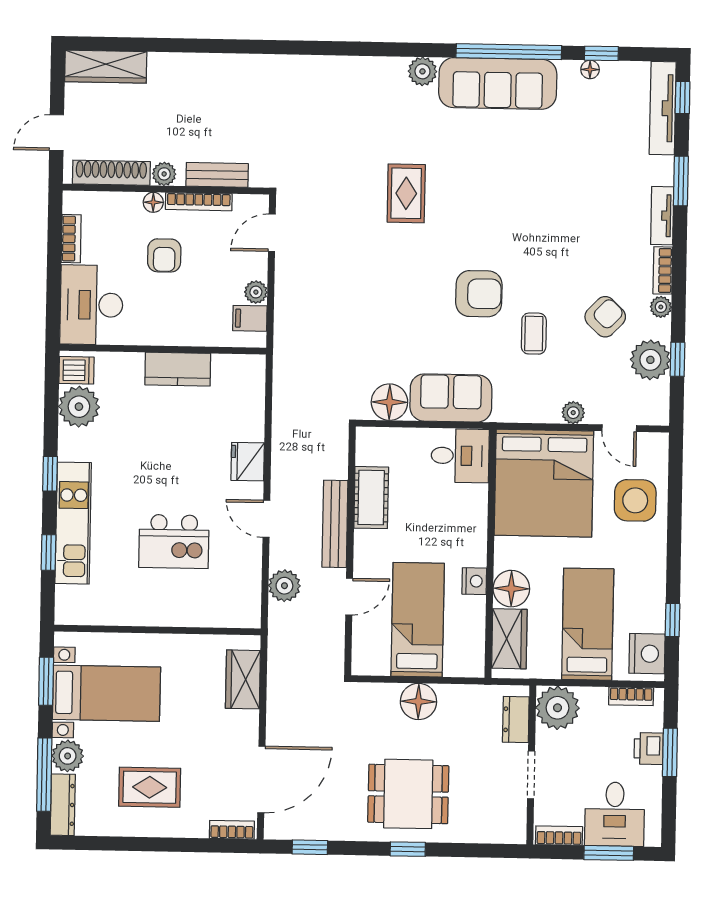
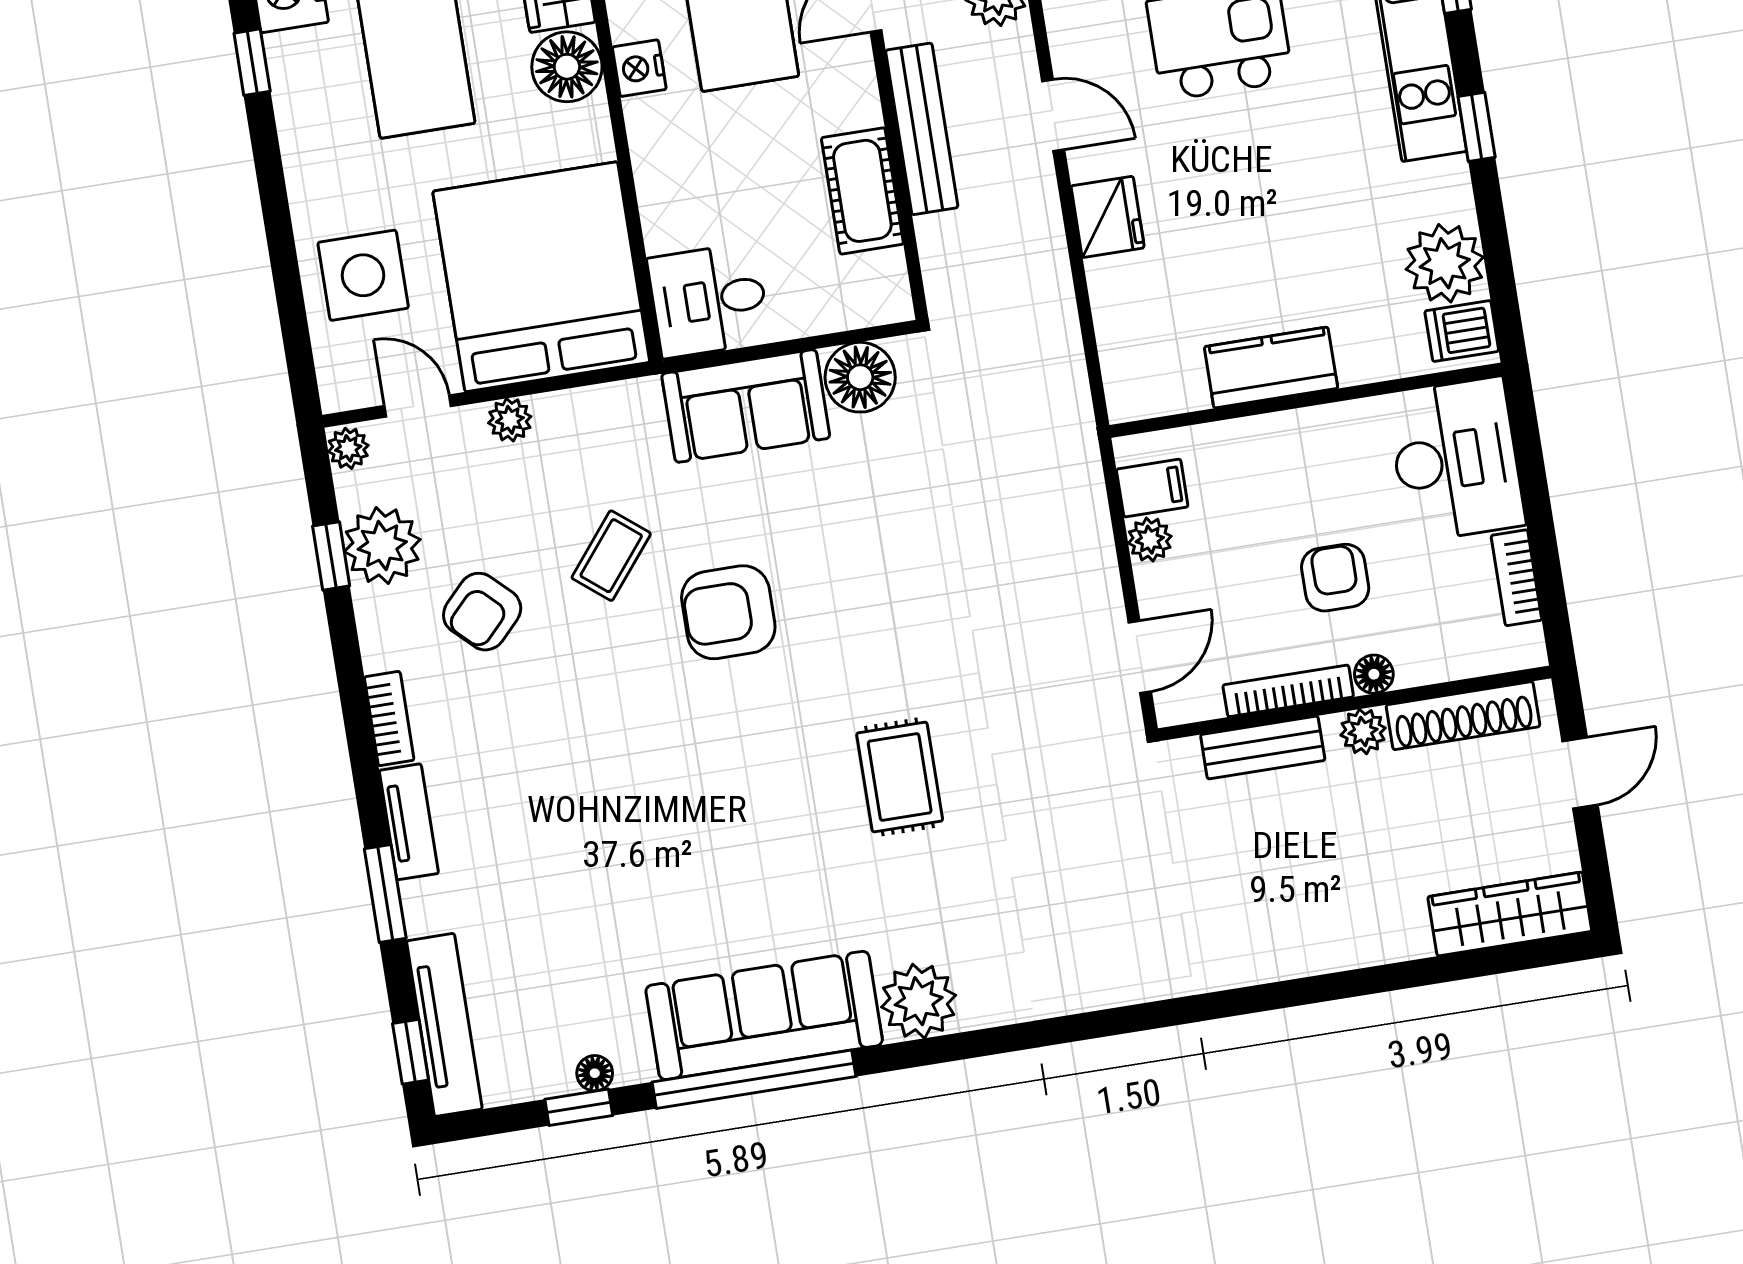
plant: (422, 71) -> (919, 1001), width x1.36, depth x1.36
plant: (661, 307) -> (348, 448), moved
coffee table: (534, 334) -> (611, 556), turned 39

